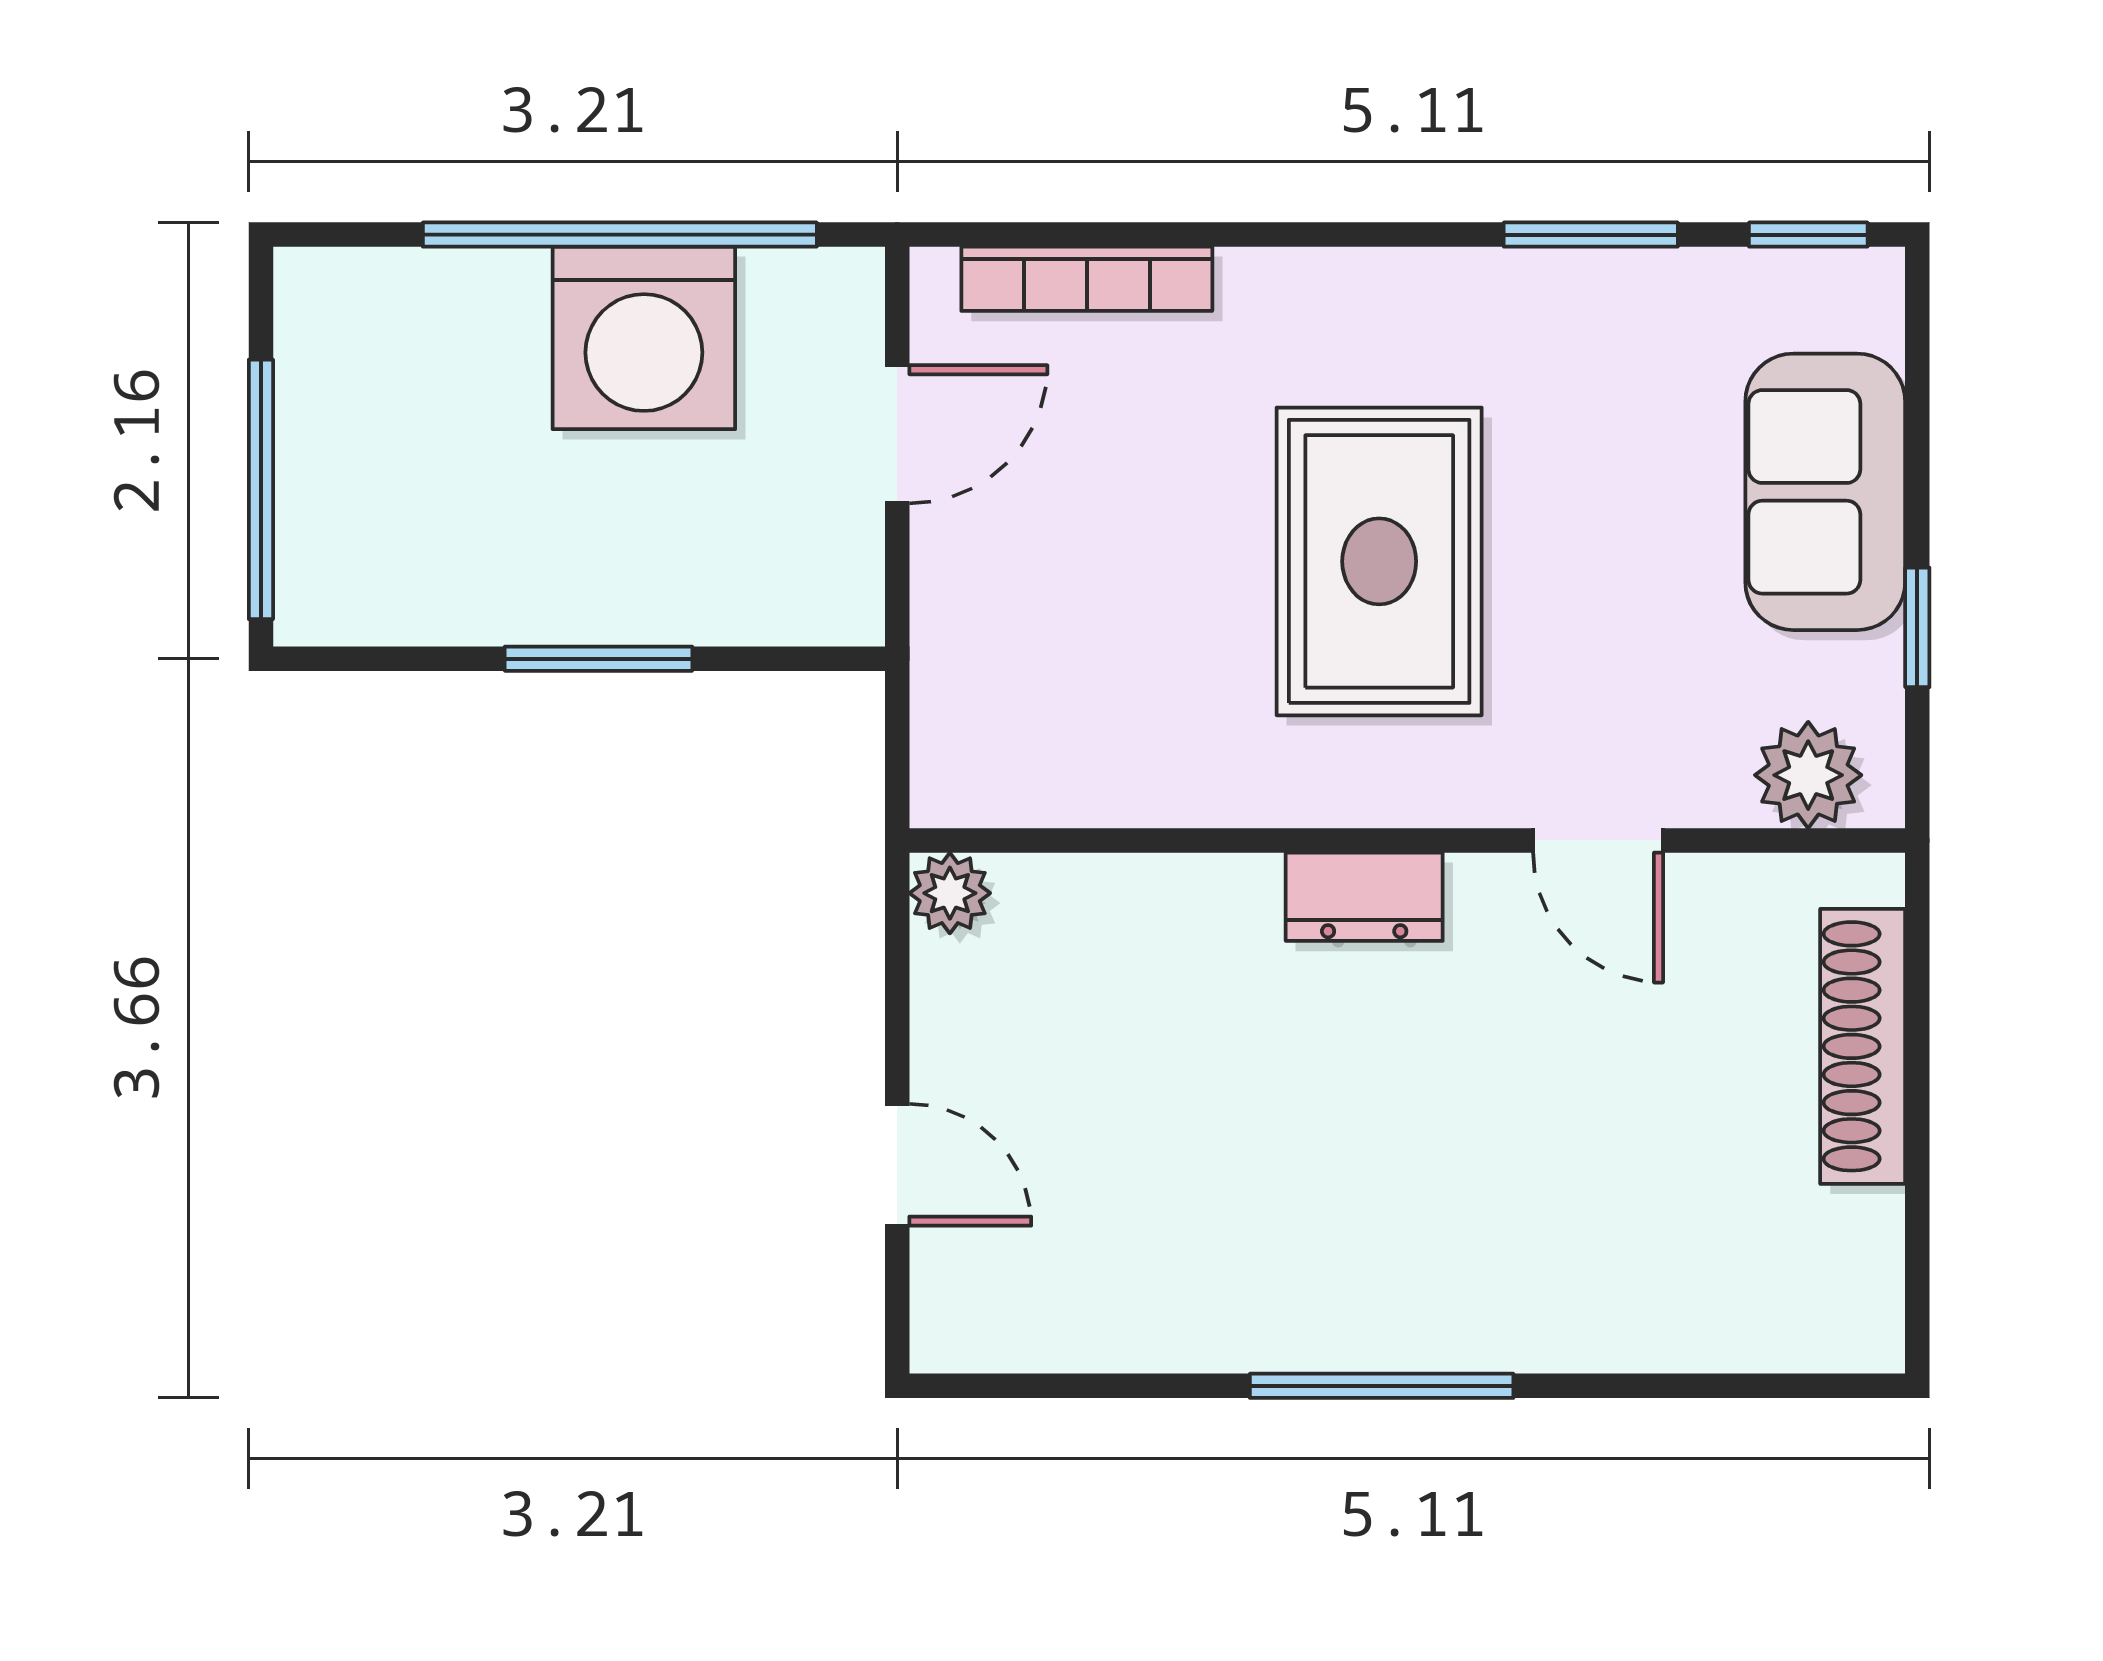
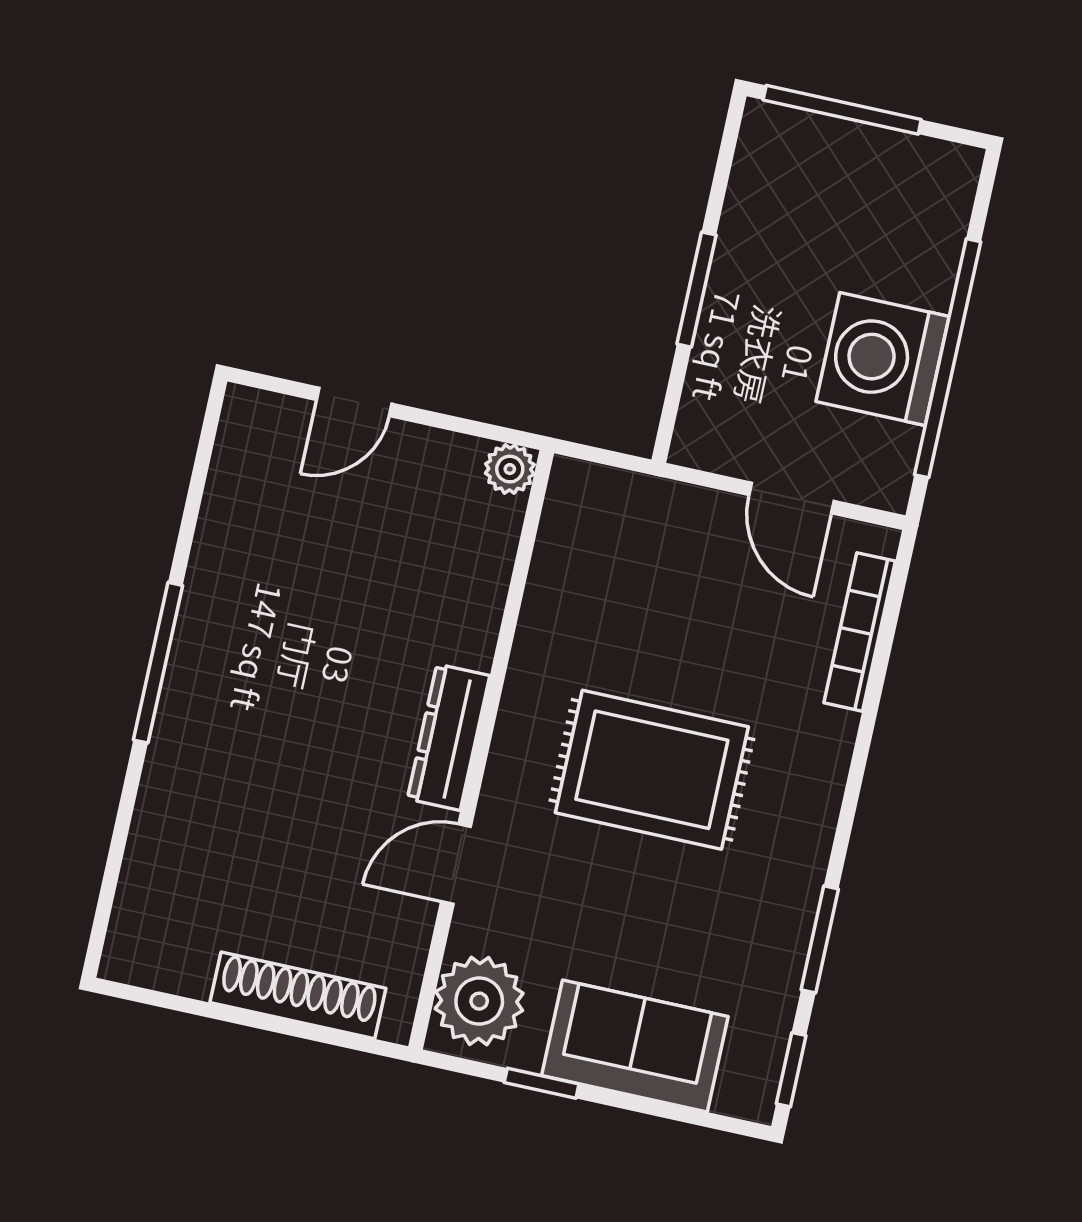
plant: (1808, 775) -> (479, 1001), width x1.36, depth x1.36
dresser: (1364, 897) -> (449, 737), width x1.44

